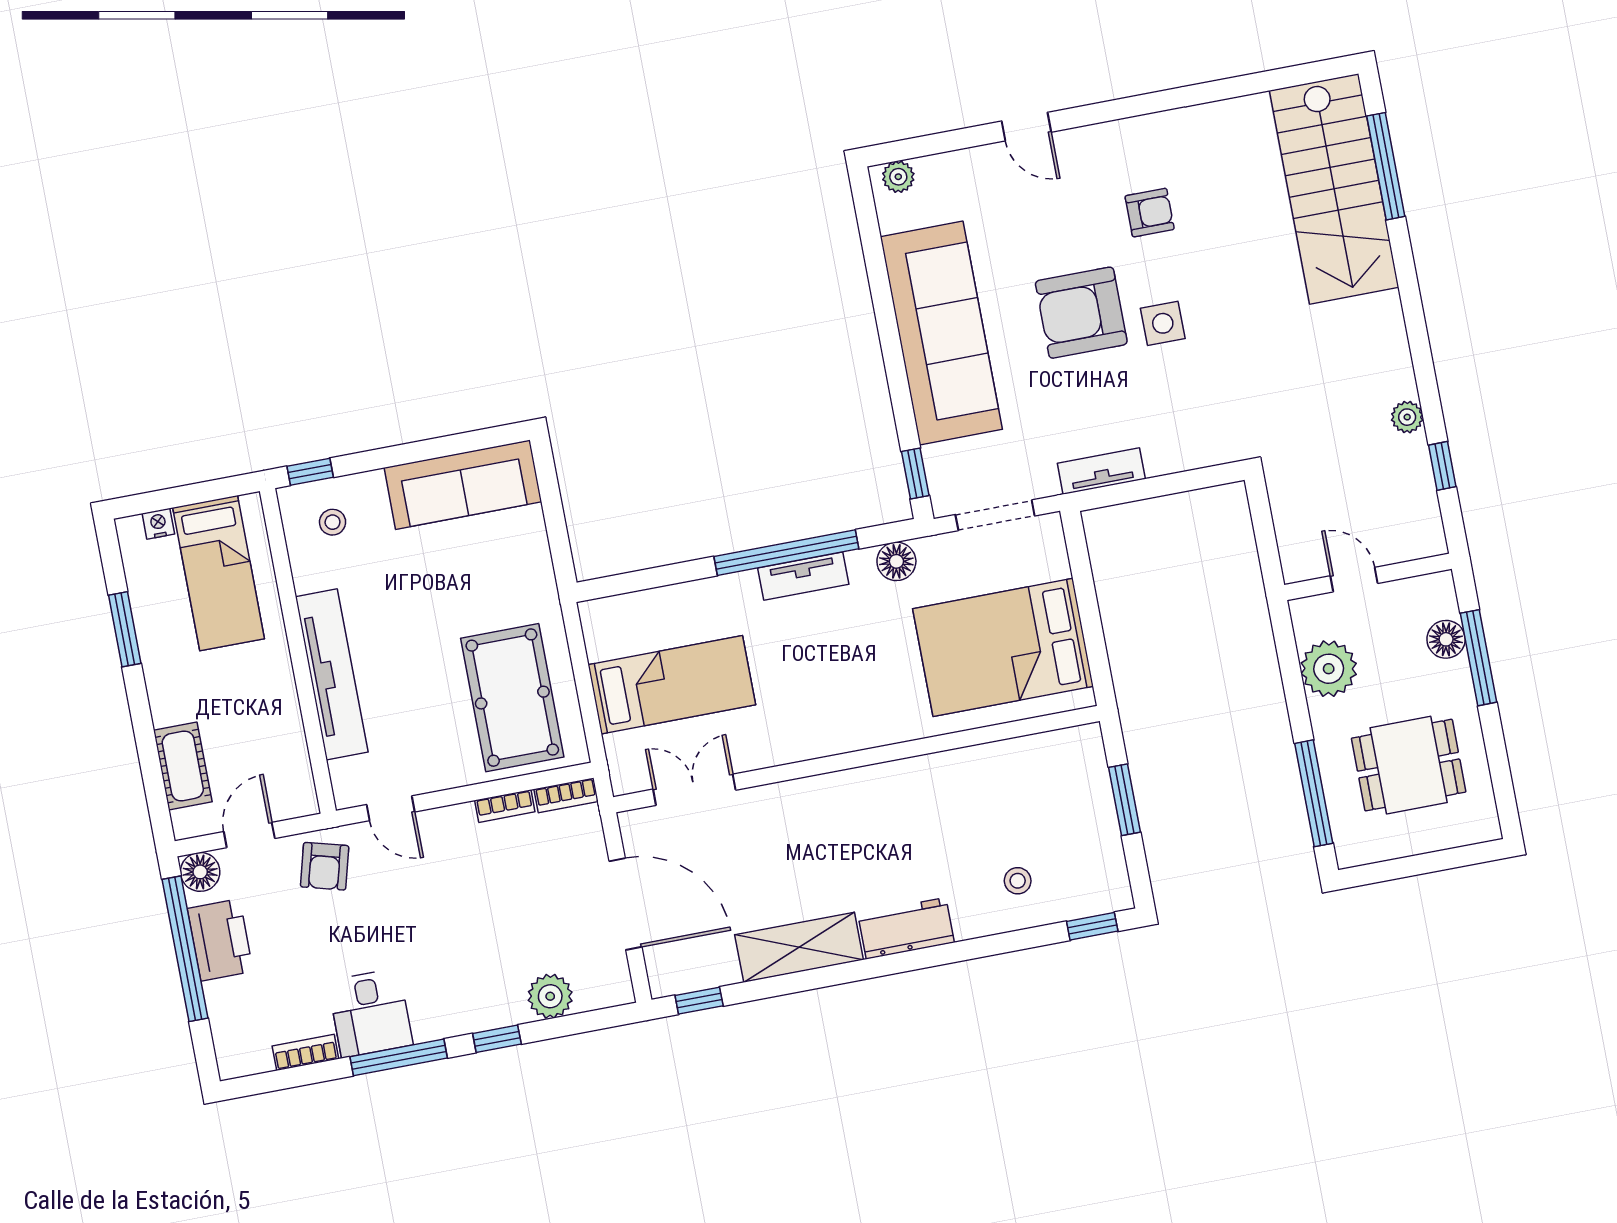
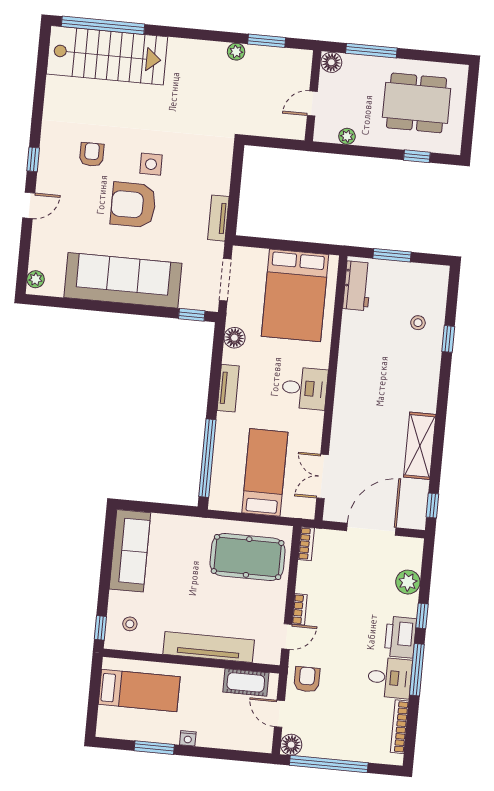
window: (1111, 111) -> (33, 159), added
window: (1386, 166) -> (103, 25), width x1.46
armchair: (1081, 313) -> (133, 205), turned 90
window: (1442, 466) -> (267, 41), width x1.50
nightstand: (158, 524) -> (188, 738), moved, turned -90
window: (786, 553) -> (207, 458), moved
floor lamp: (1446, 639) -> (331, 62), moved
plant: (1329, 669) -> (347, 136), width x0.53, depth x0.53
desk: (843, 712) -> (305, 388), added
dining table: (1409, 765) -> (417, 103), width x1.38
cot: (183, 766) -> (246, 682), moved
window: (1314, 793) -> (417, 156), width x0.46
bookcase: (505, 806) -> (300, 609), moved
armchair: (325, 866) -> (307, 679), turned -105
window: (1092, 926) -> (448, 339), moved
workbench: (906, 928) -> (357, 286), moved, turned 180
printer: (220, 940) -> (400, 637), moved, turned -90
bookcase: (305, 1052) -> (400, 727), width x1.56

